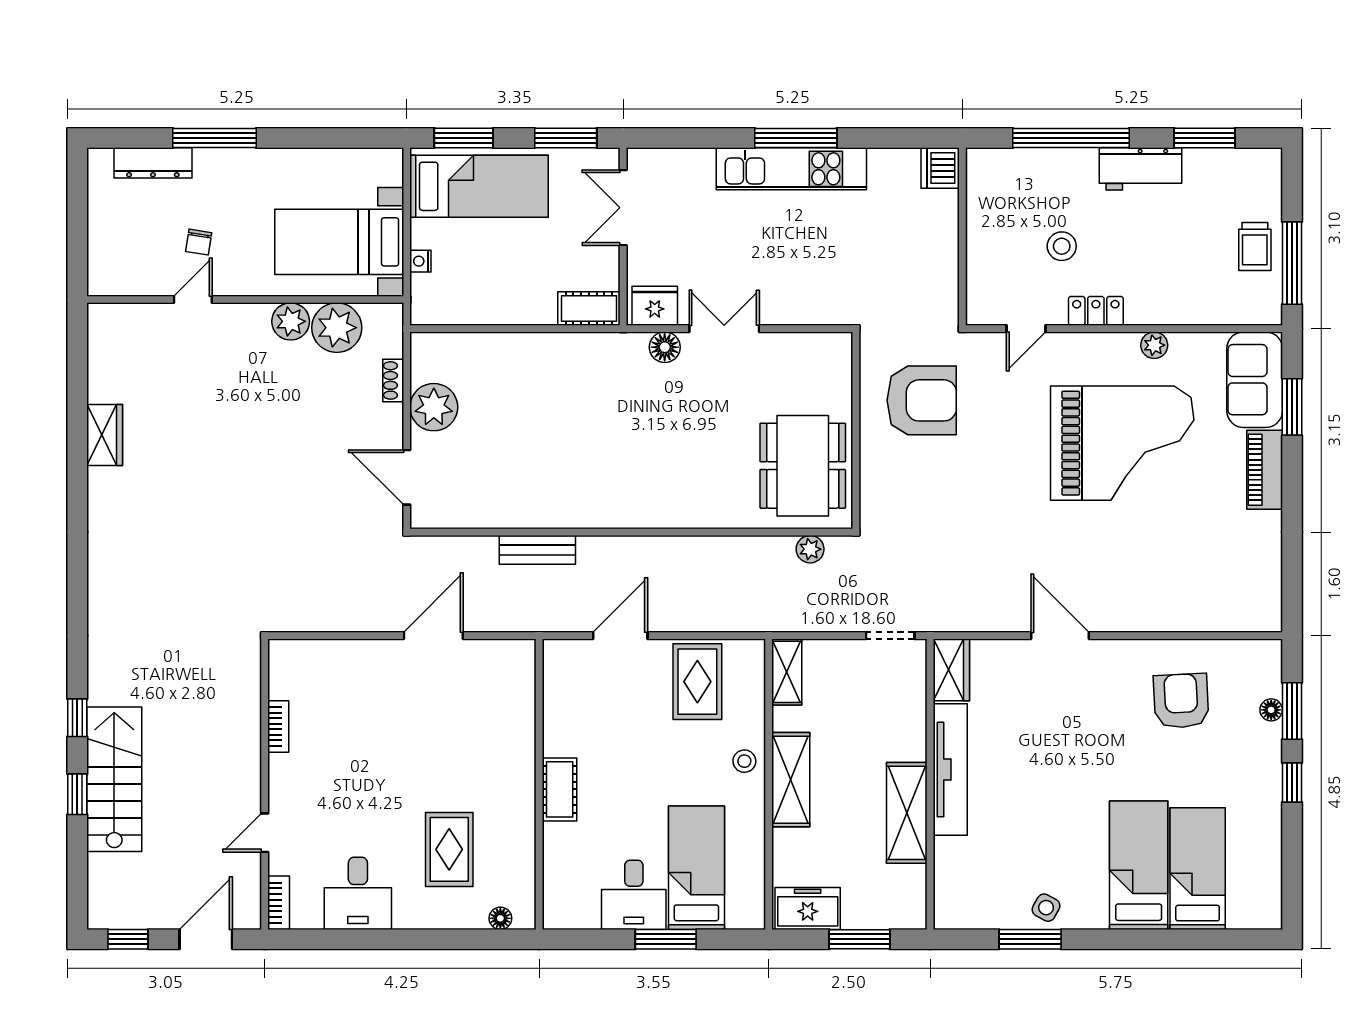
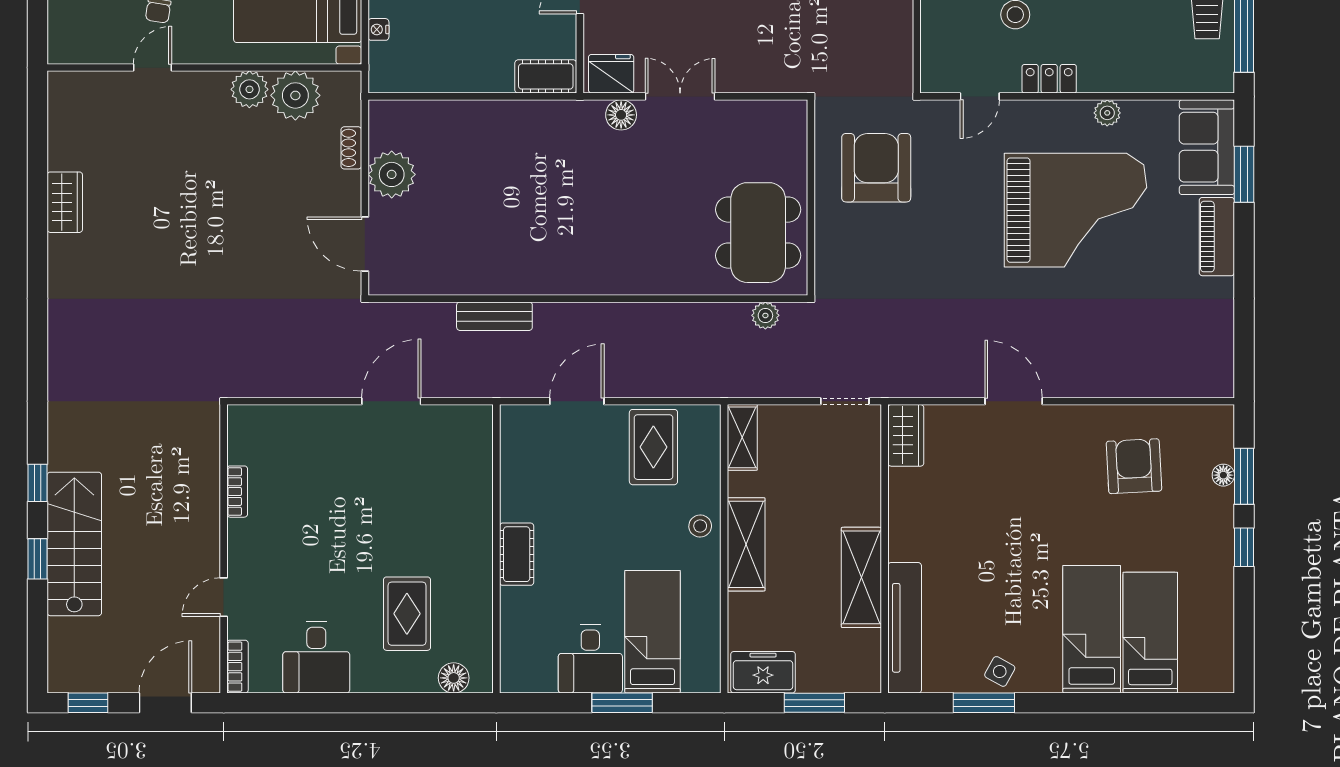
armchair: (922, 400) -> (876, 168), turned -90
tv unit: (950, 769) -> (905, 628), moved
floor lamp: (500, 918) -> (454, 678), width x1.37, depth x1.37

